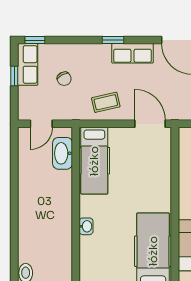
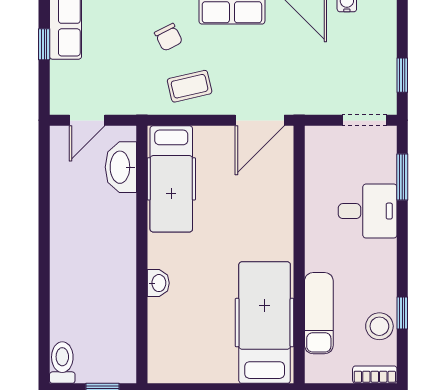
chair: (64, 79) -> (169, 37), moved
door: (150, 124) -> (260, 120), swing flipped

